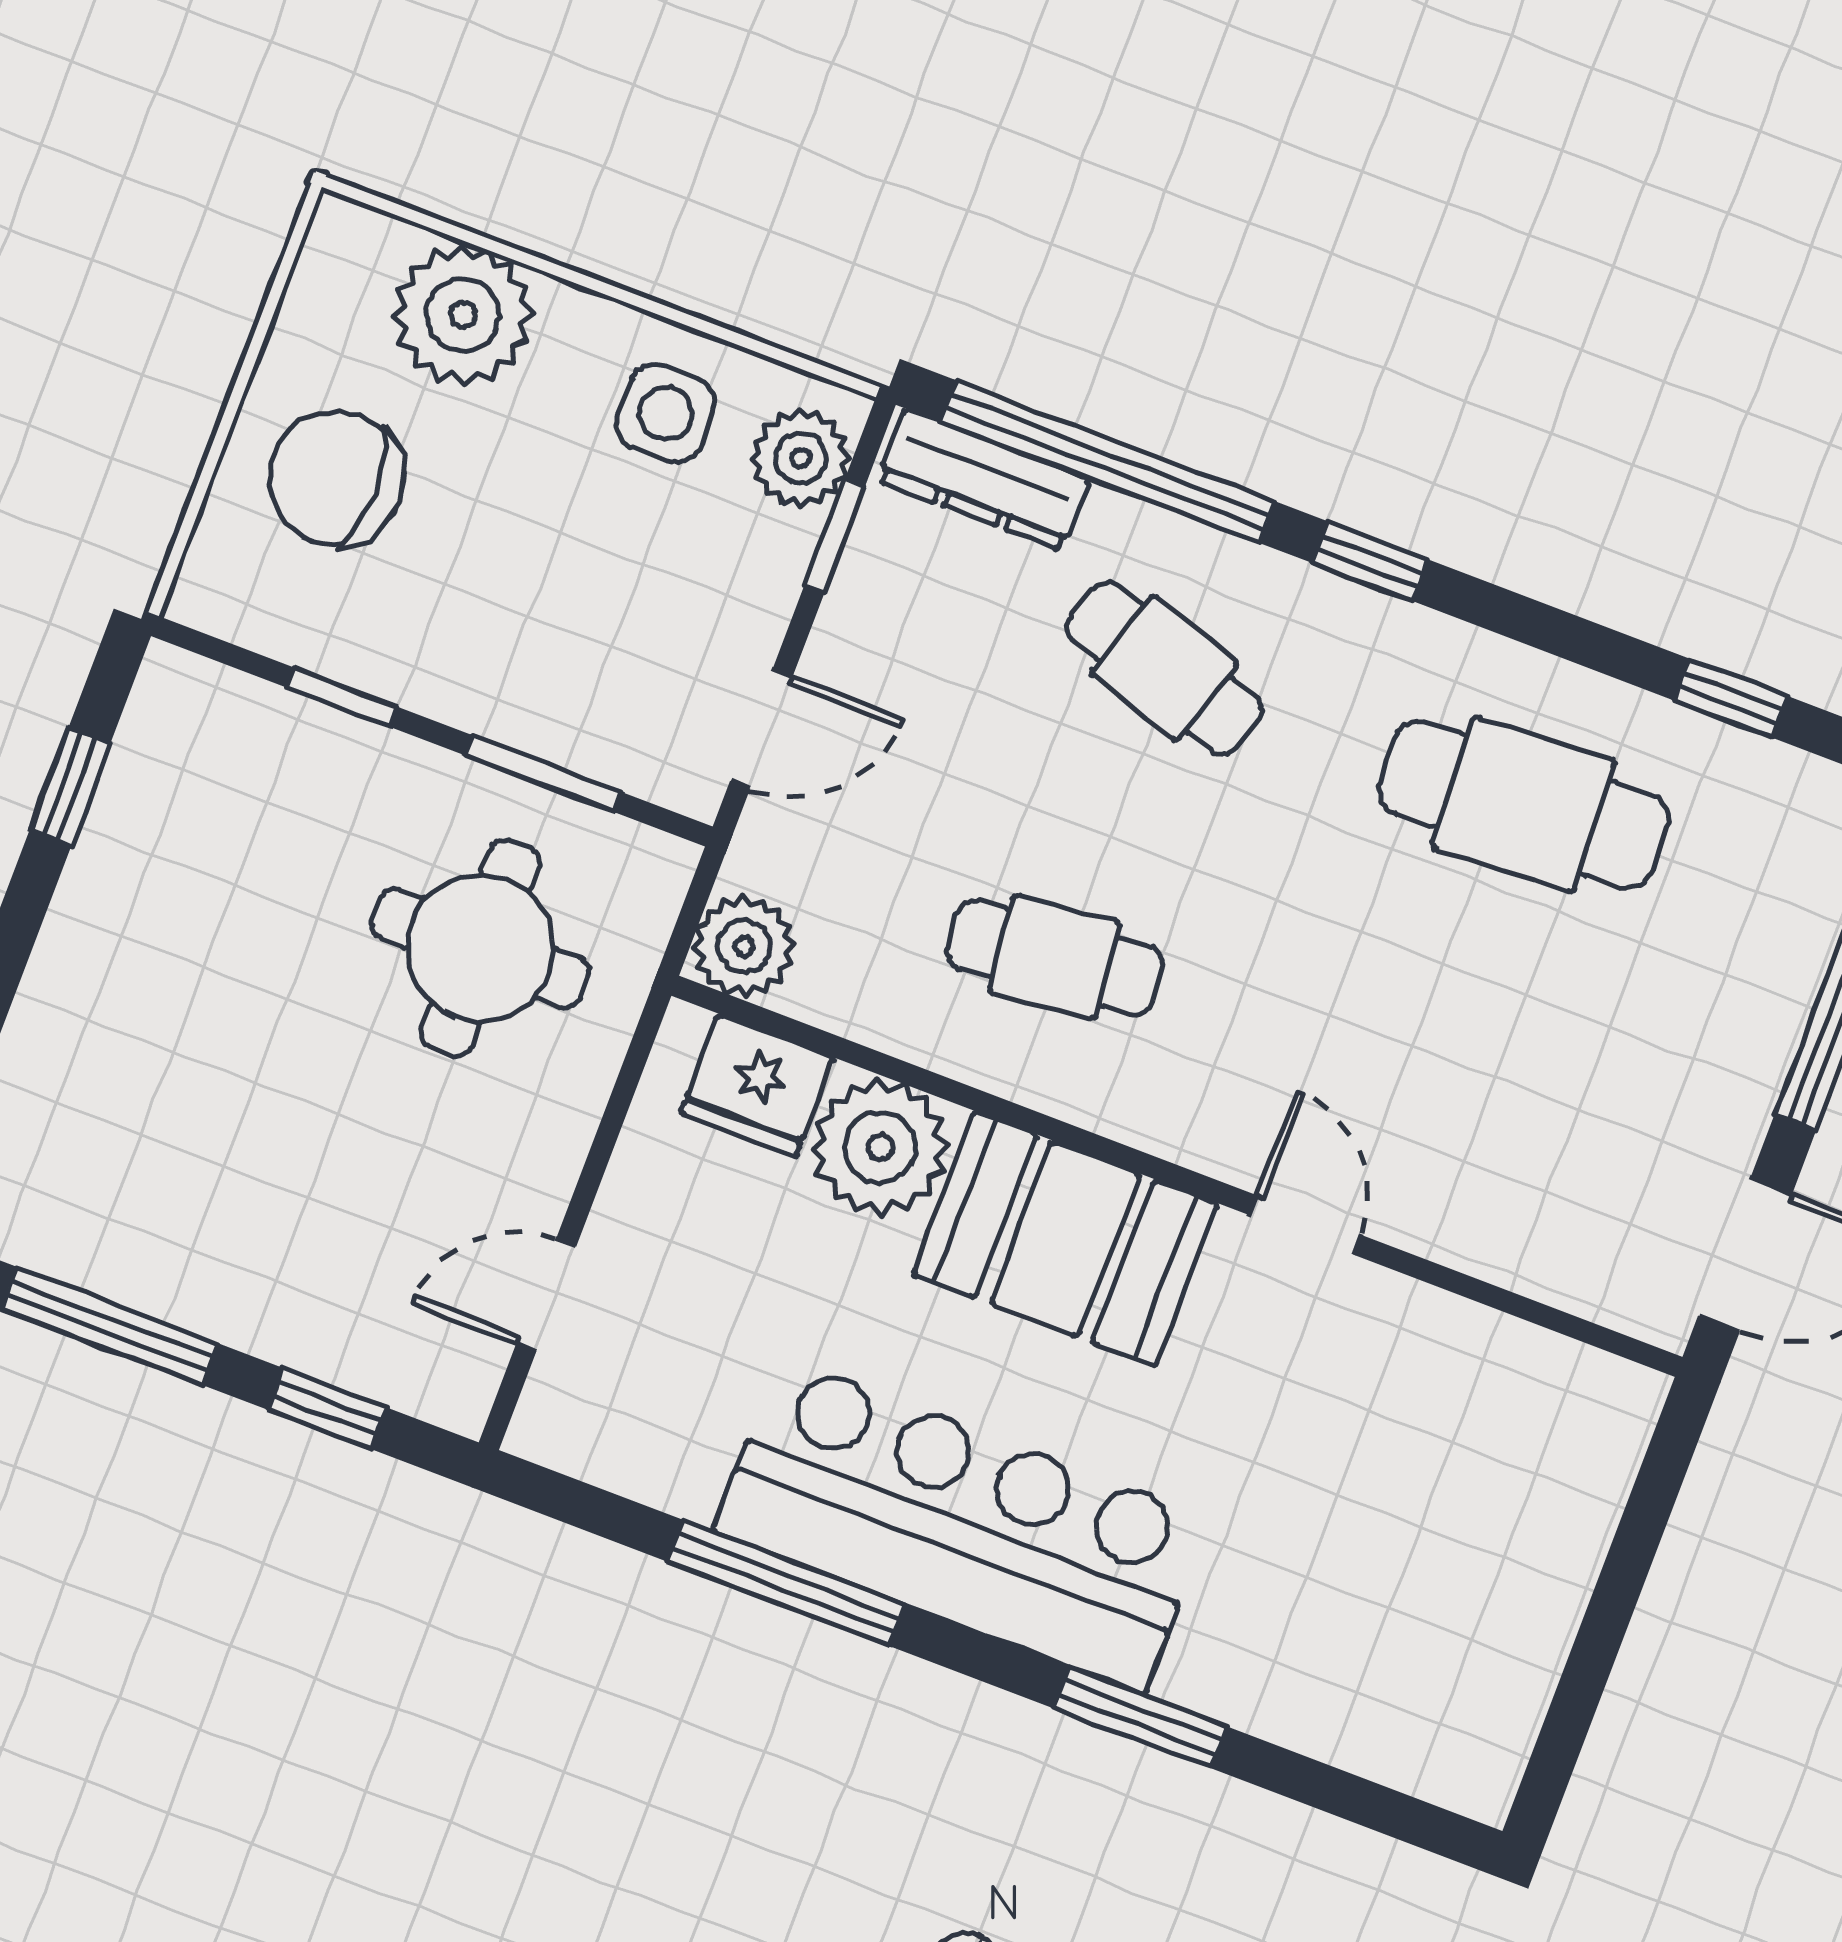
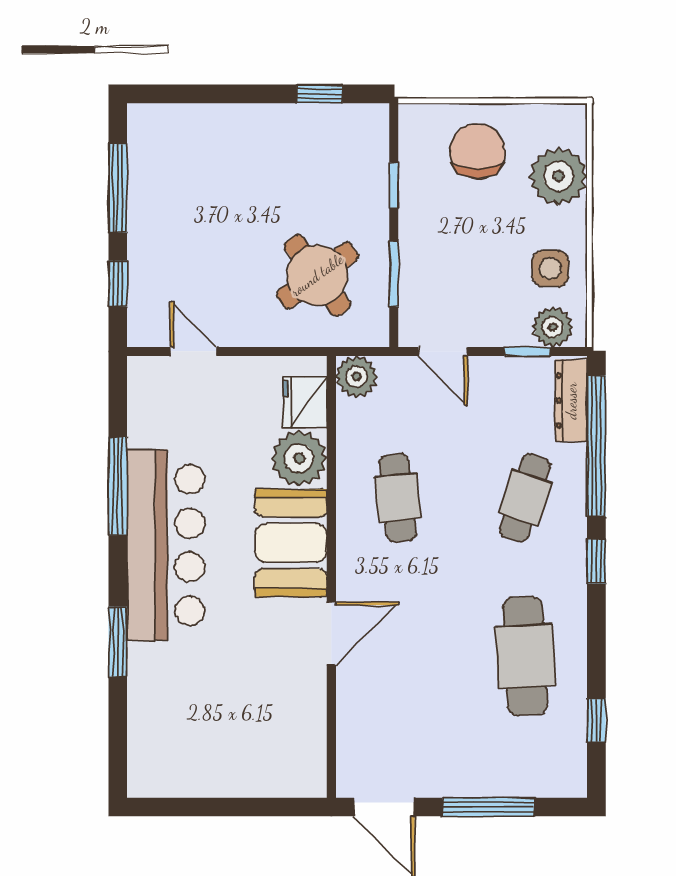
round table: (480, 948) -> (317, 275), turned -36
door: (1305, 1225) -> (331, 633), width x1.38

